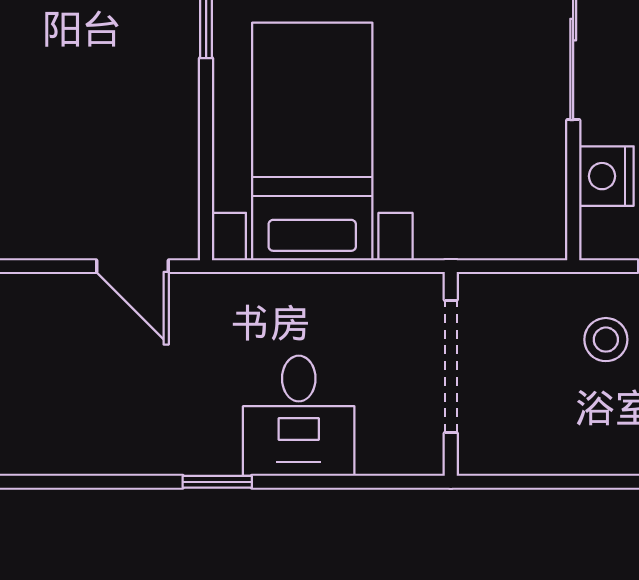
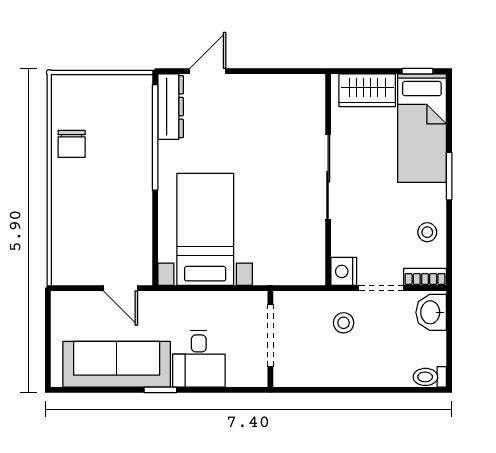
nightstand: (606, 176) -> (344, 271), moved
sofa: (124, 427) -> (117, 364), added

